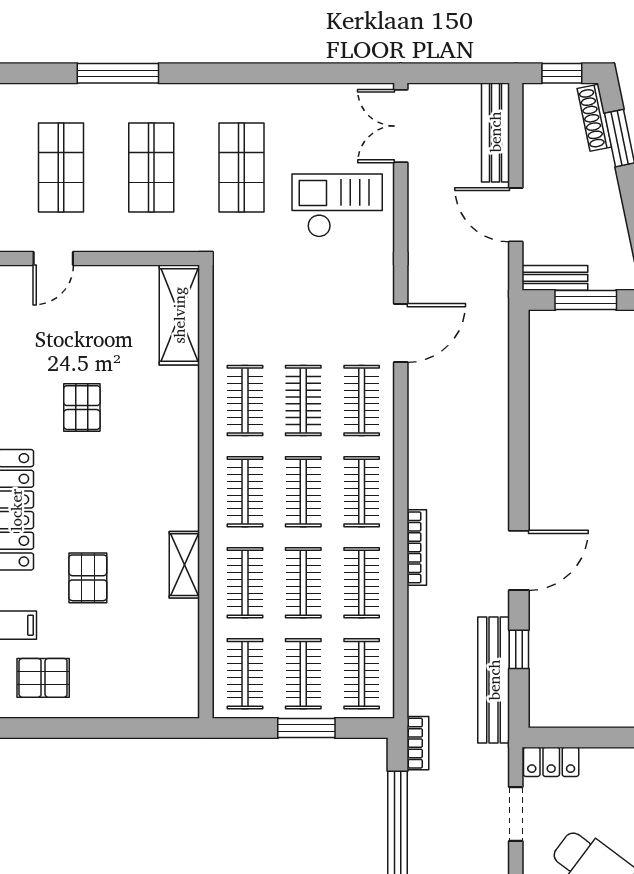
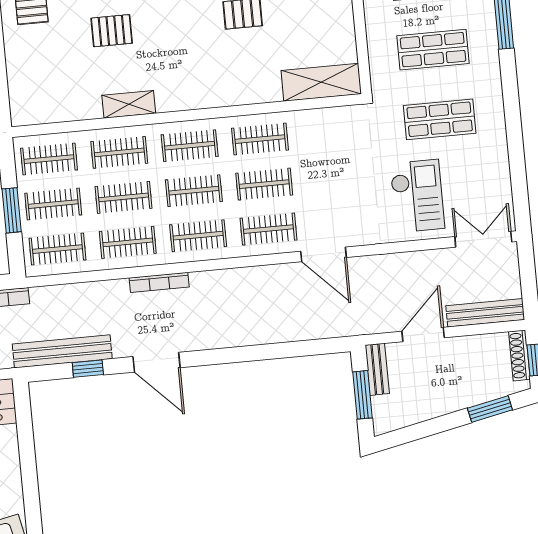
shoe rack: (594, 118) -> (519, 355), moved, turned -78

